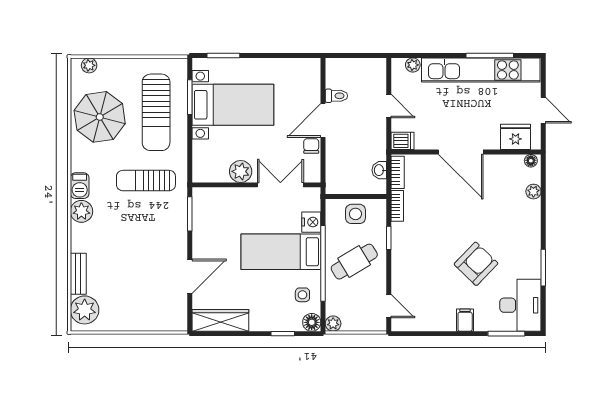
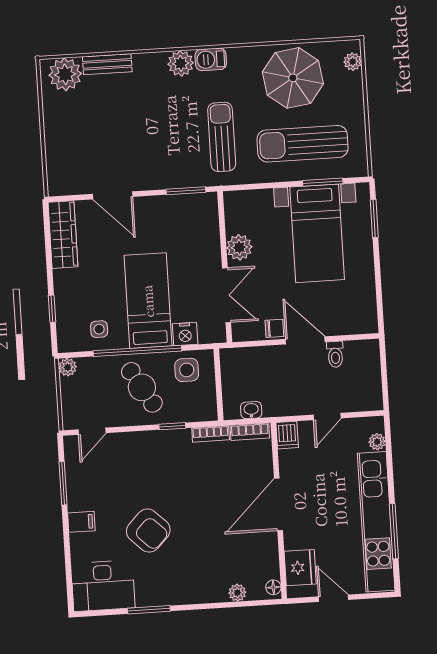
door: (543, 110) -> (334, 598), swing flipped
side table: (355, 214) -> (187, 370), moved
floor lamp: (312, 322) -> (67, 342), removed
window: (506, 334) -> (63, 483), moved

